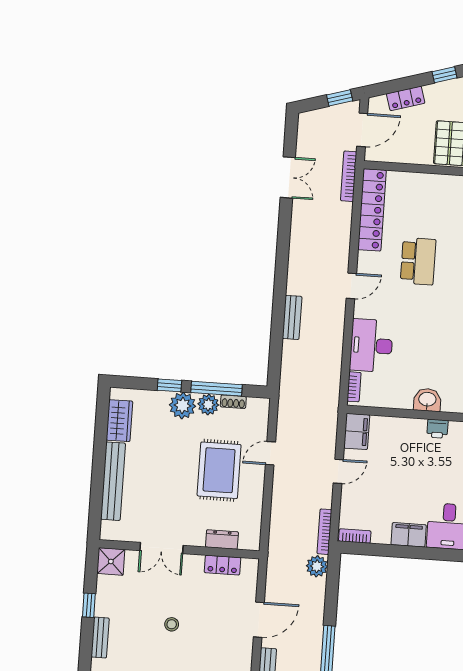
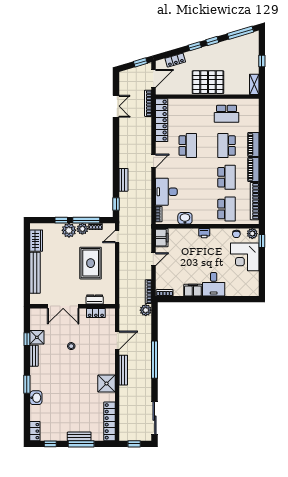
window: (275, 362) -> (116, 204), added
washbasin: (427, 400) -> (185, 218), moved
door: (270, 453) -> (117, 236), moved
double door: (162, 548) -> (63, 306), width x1.37
shower: (111, 561) -> (37, 337), moved

